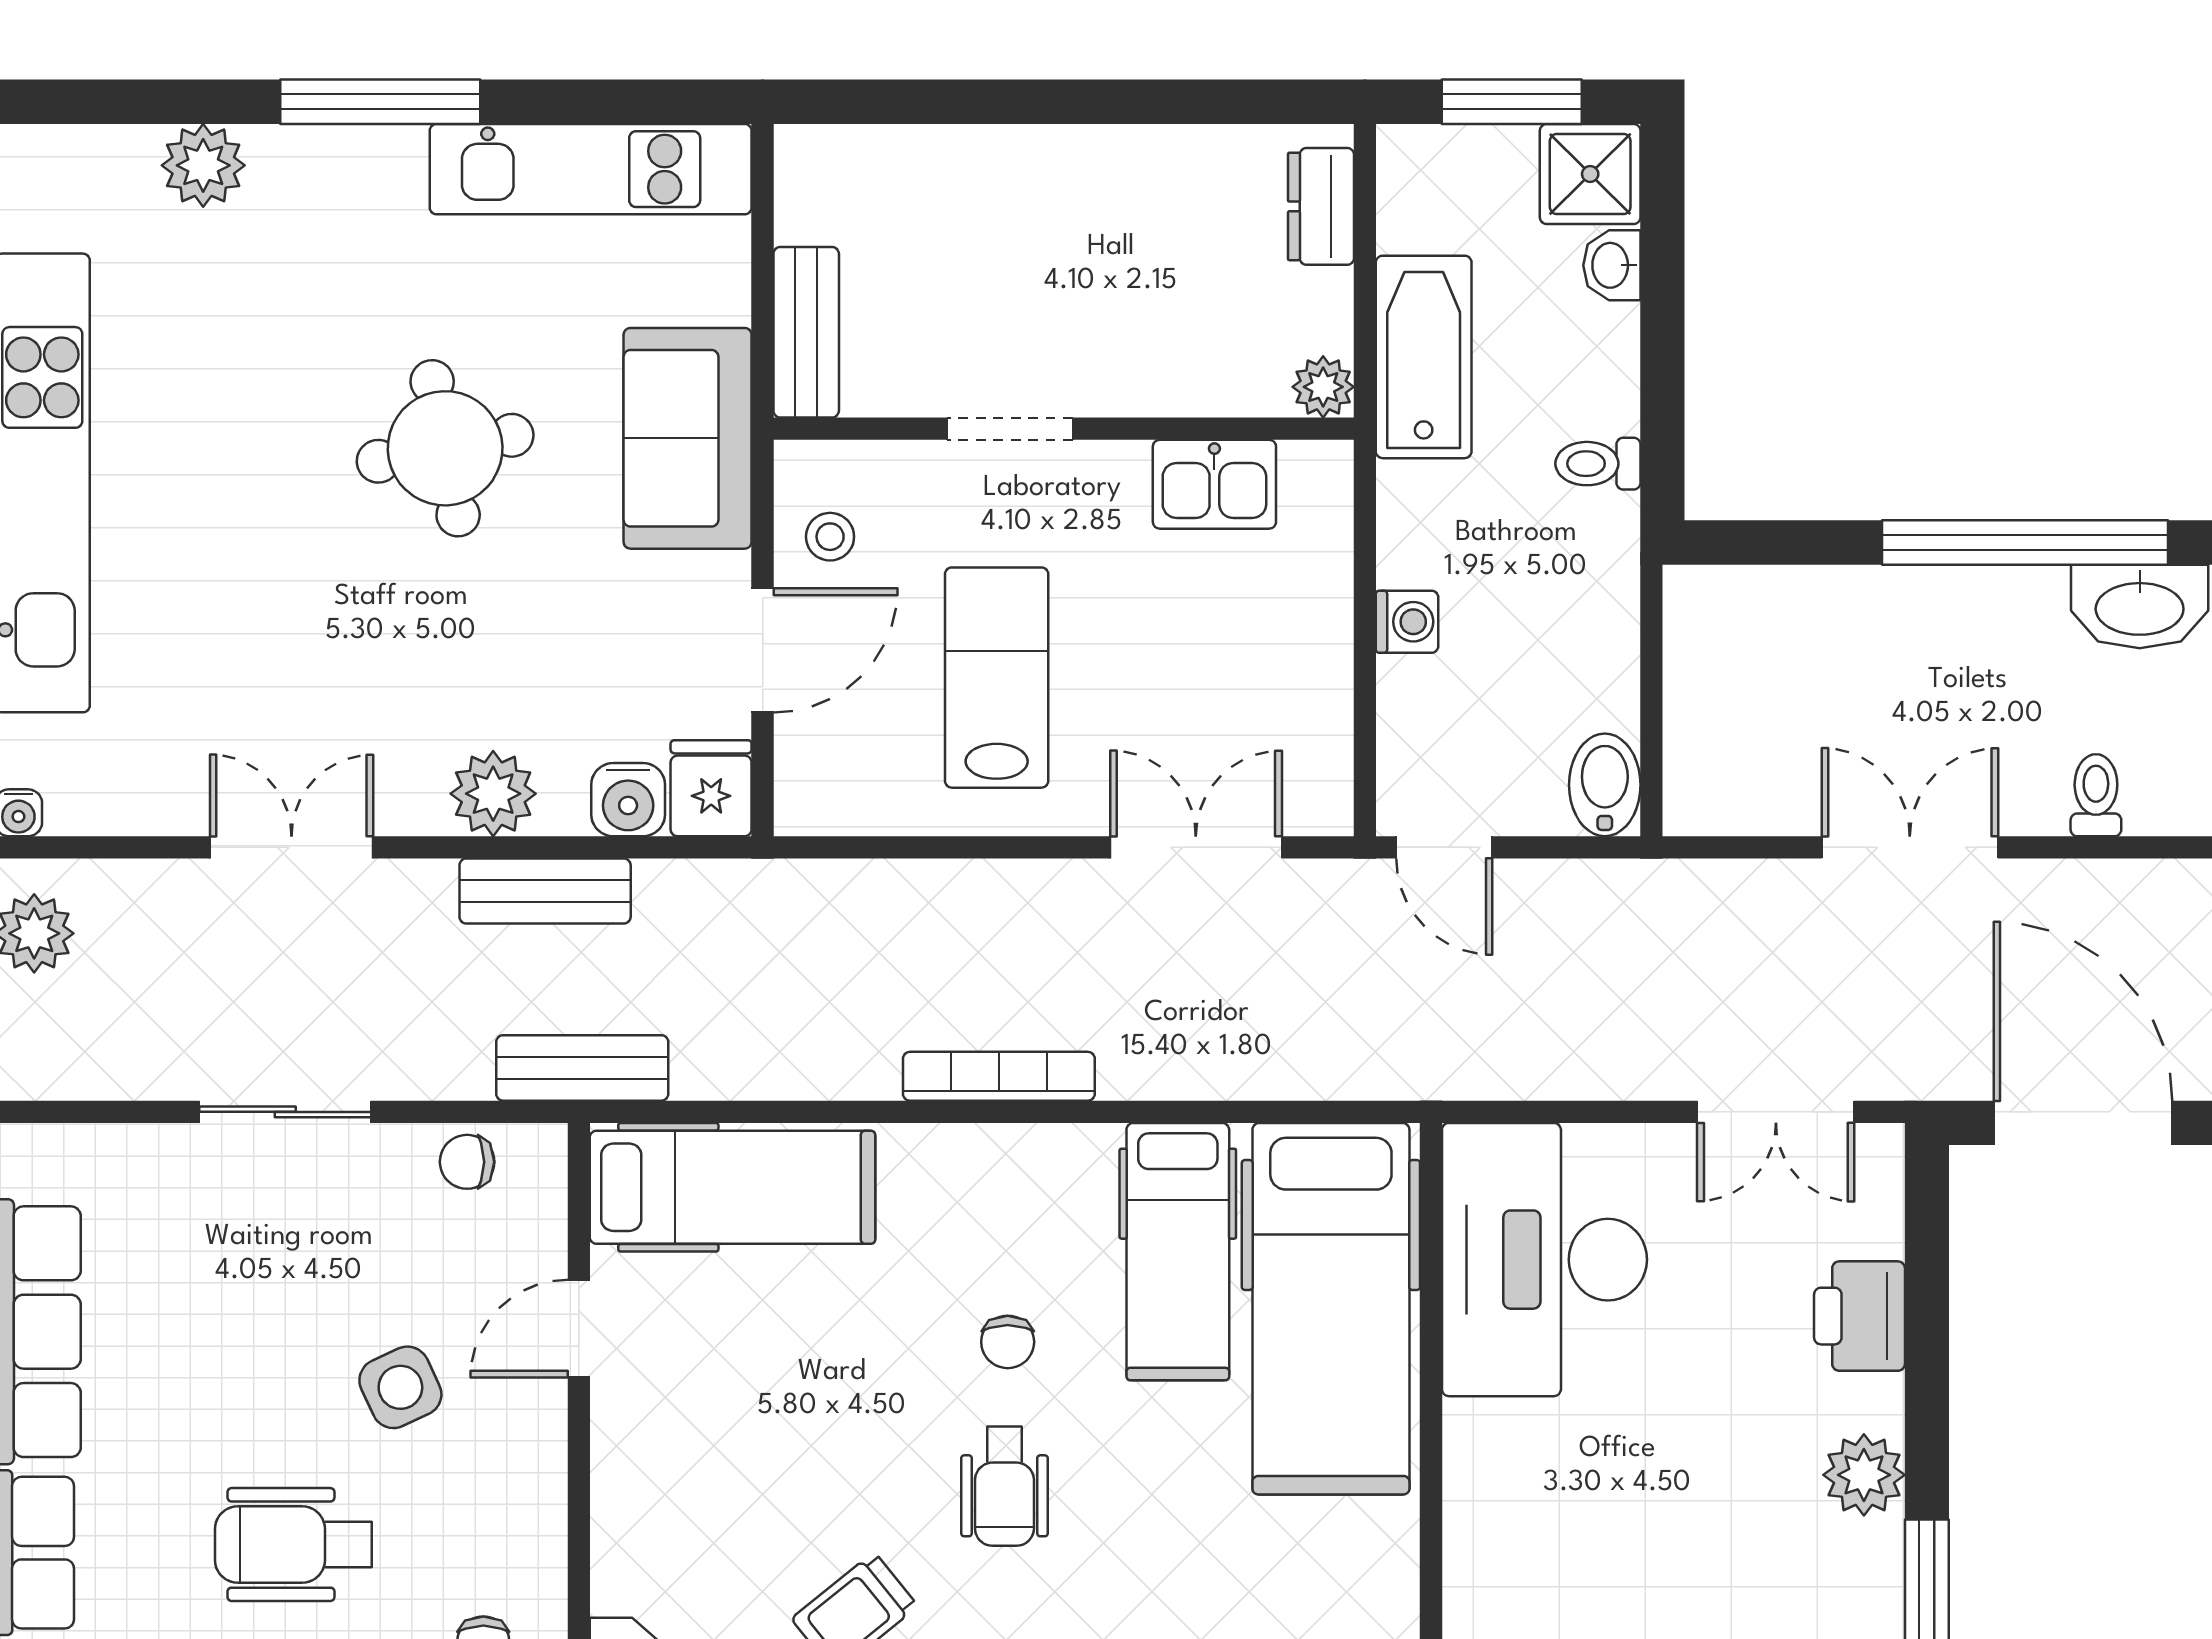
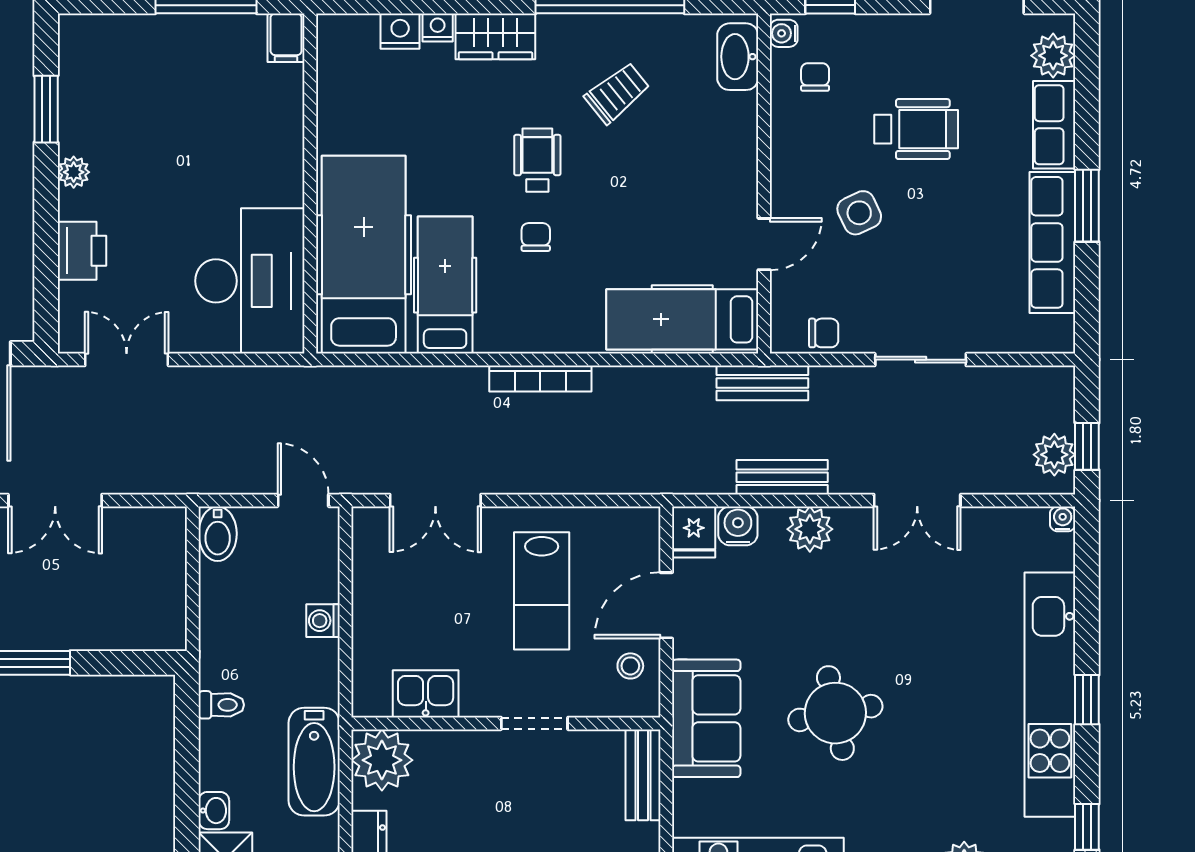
plant: (1323, 387) -> (382, 760), width x1.88, depth x1.88
plant: (1864, 1475) -> (74, 172), width x0.73, depth x0.73

